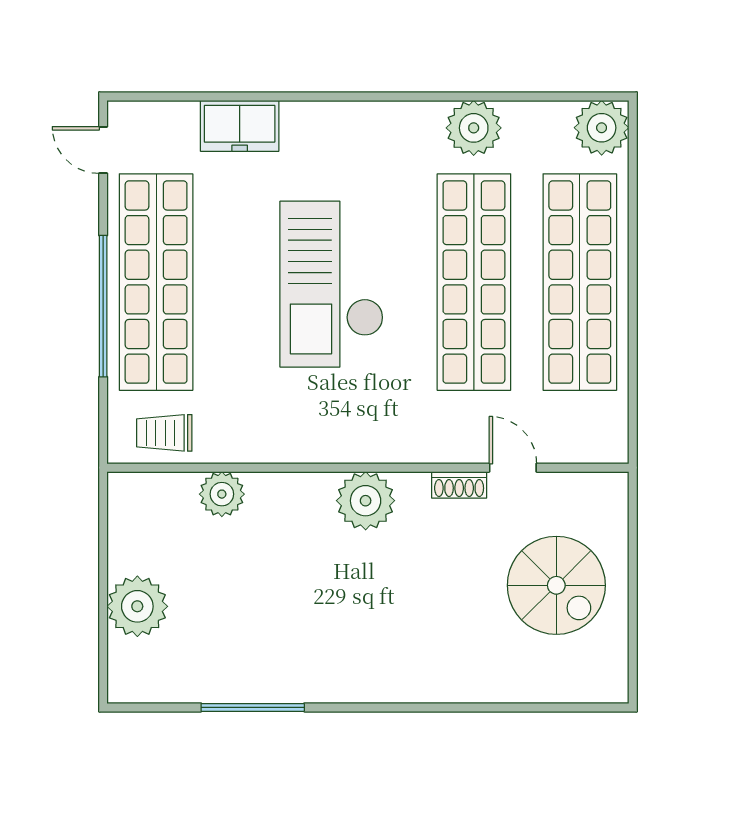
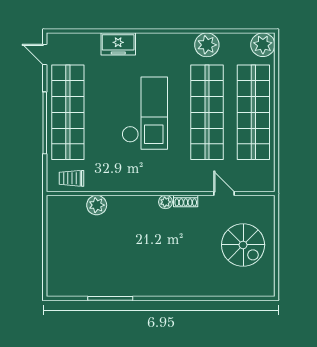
freezer: (240, 126) -> (118, 44), moved
checkout: (332, 284) -> (145, 113), turned 180
shoe rack: (459, 485) -> (186, 201), moved
plant: (366, 501) -> (166, 202), width x0.53, depth x0.53
plant: (137, 606) -> (60, 254), removed

